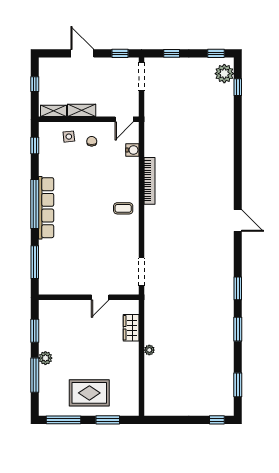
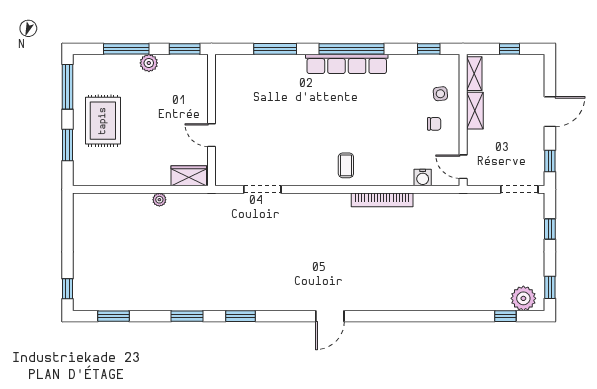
wall: (89, 297) -> (211, 120), moved
door: (100, 297) -> (211, 135), moved

